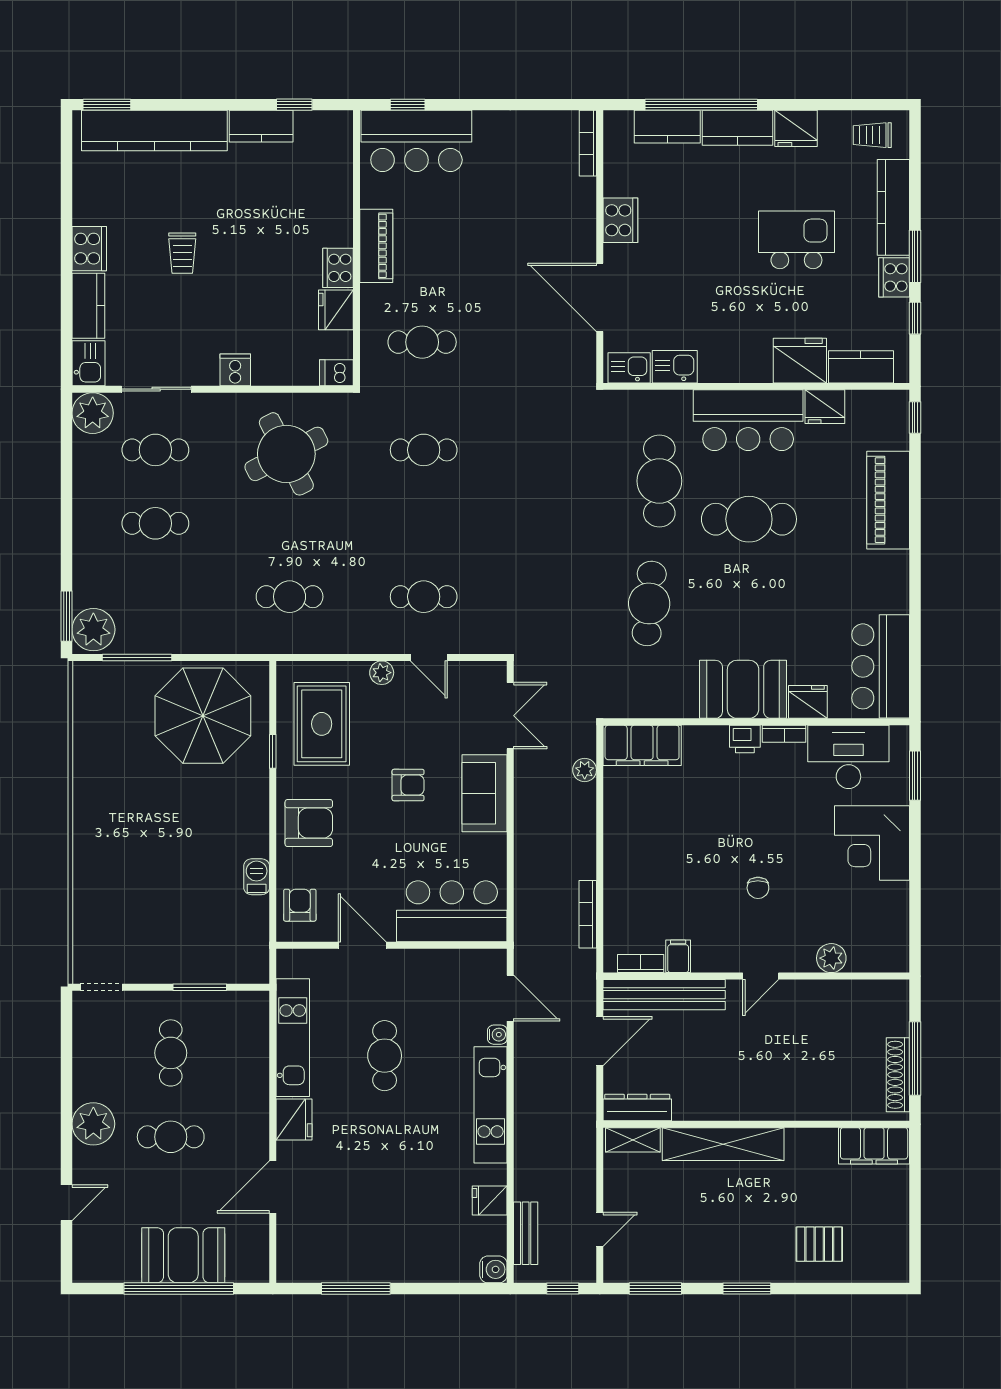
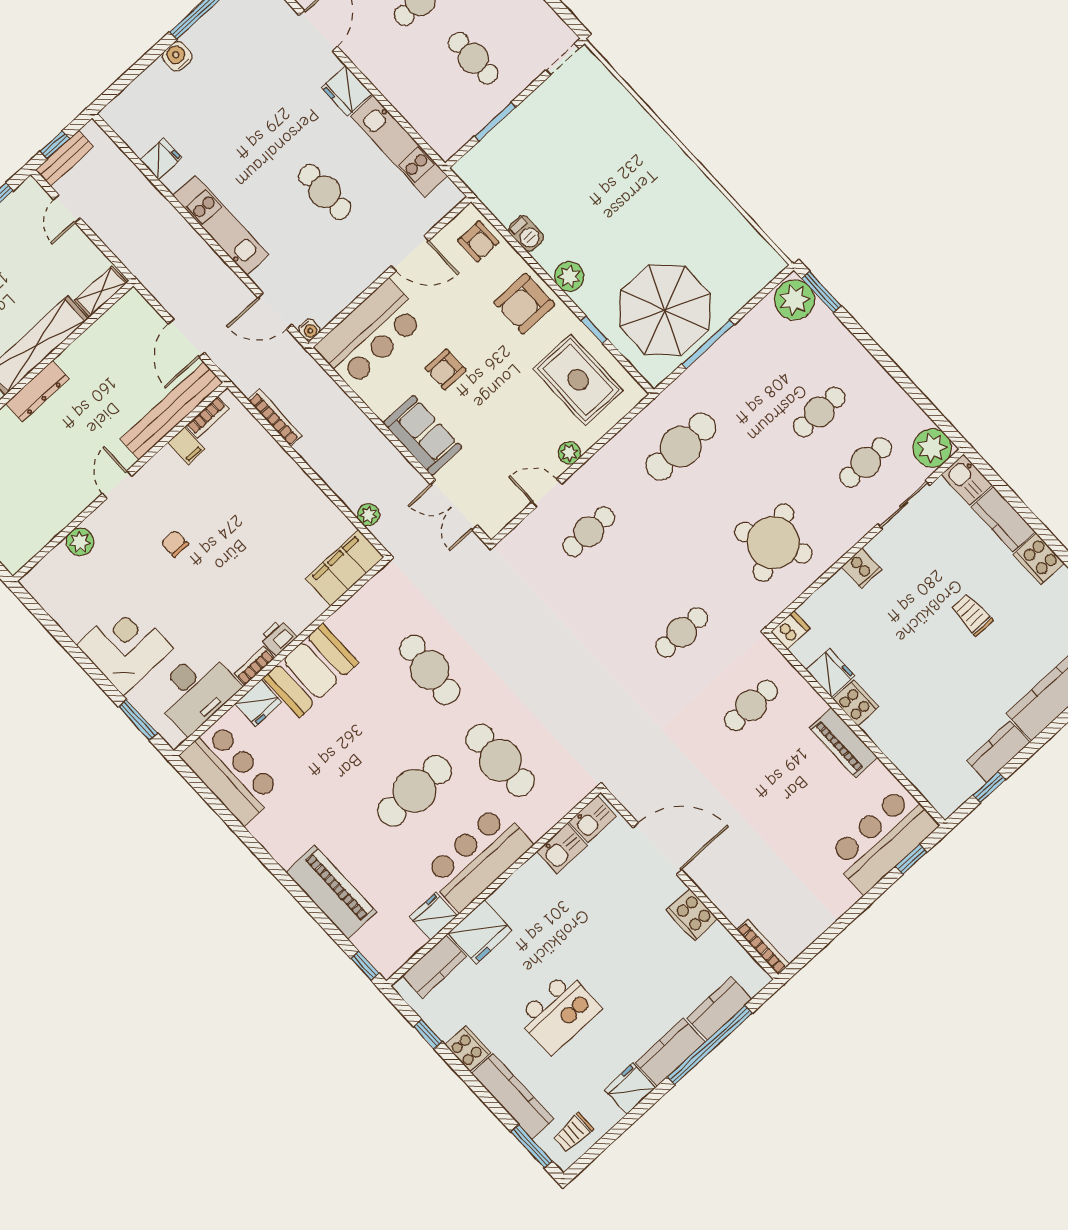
trolley: (872, 135) -> (573, 1133), turned 180
window: (915, 256) -> (531, 1146), moved
cafe table: (290, 597) -> (681, 447), width x1.37, depth x1.35
window: (137, 657) -> (708, 344), moved
armchair: (408, 785) -> (446, 369), moved
plant: (254, 812) -> (569, 276), added
water cooler: (497, 1035) -> (309, 330), moved, turned -90
dresser: (637, 1107) -> (37, 391), moved
bench: (526, 1233) -> (65, 158), moved, turned 90
water cooler: (493, 1269) -> (177, 56), moved, turned 90

